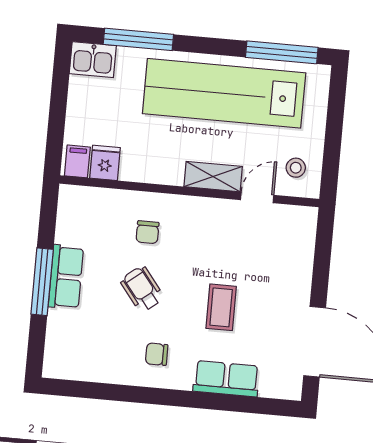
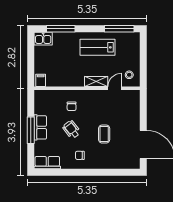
lab bench: (224, 93) -> (97, 47), width x0.54, depth x0.72
fridge: (105, 163) -> (52, 80), removed
row of seats: (226, 379) -> (47, 163), moved

